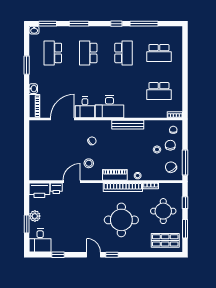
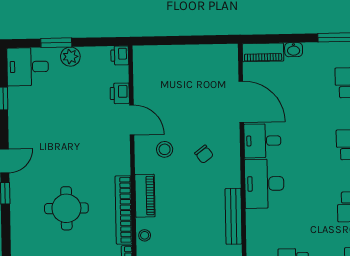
printer: (39, 190) -> (120, 55), width x0.53, depth x0.68
round table: (121, 220) -> (66, 208), width x0.73, depth x0.73

